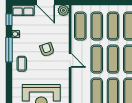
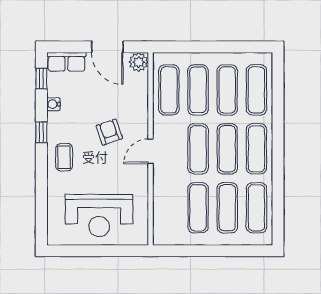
window: (9, 50) -> (41, 132), width x0.46
door: (70, 60) -> (151, 151), swing flipped

